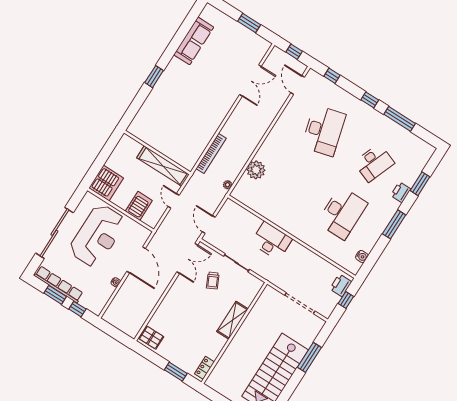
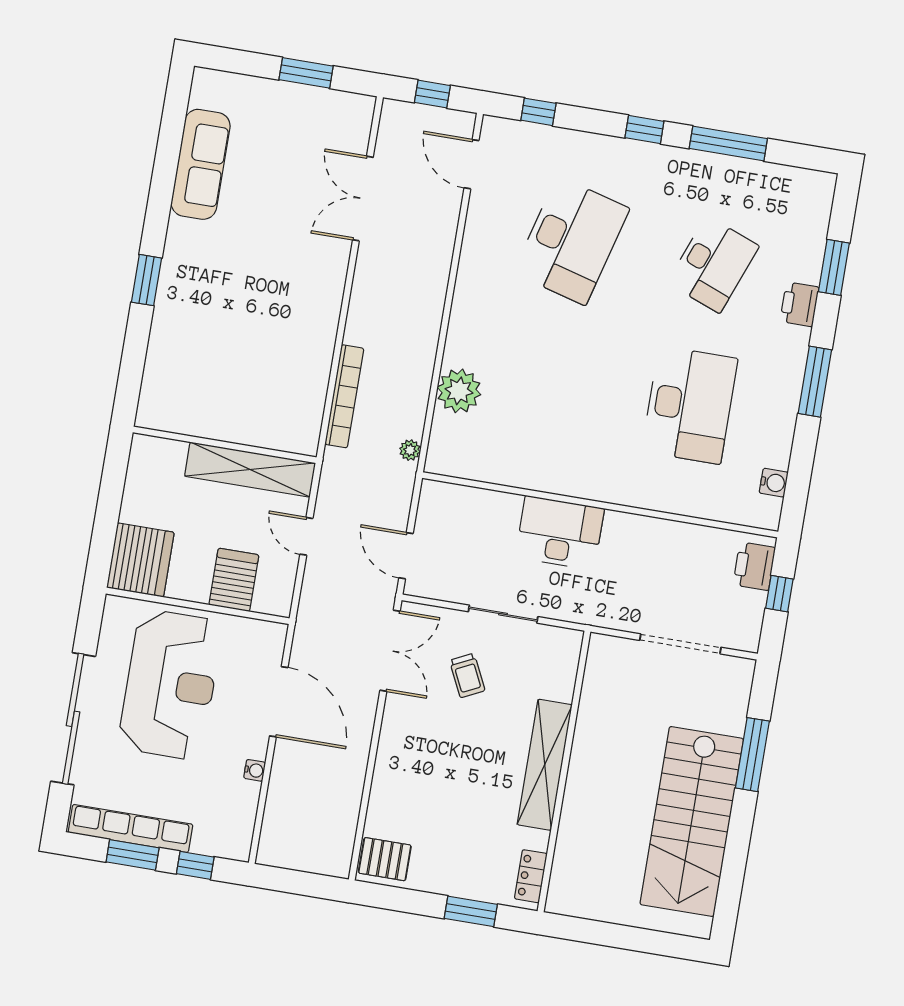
double door: (250, 80) -> (363, 199), swing flipped
desk: (324, 131) -> (571, 241), turned 30
shelving: (232, 320) -> (545, 765), width x1.47

